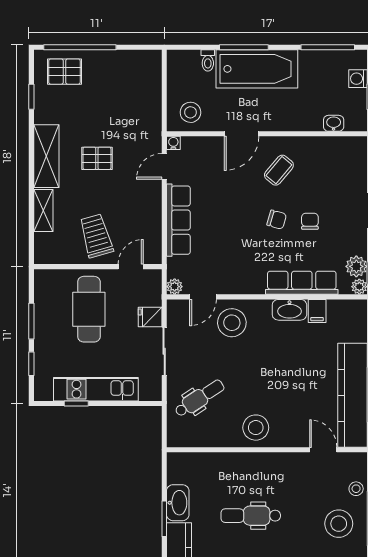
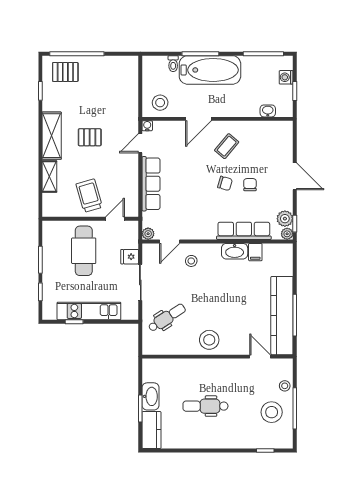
stool: (232, 323) -> (191, 261), width x0.53, depth x0.53

